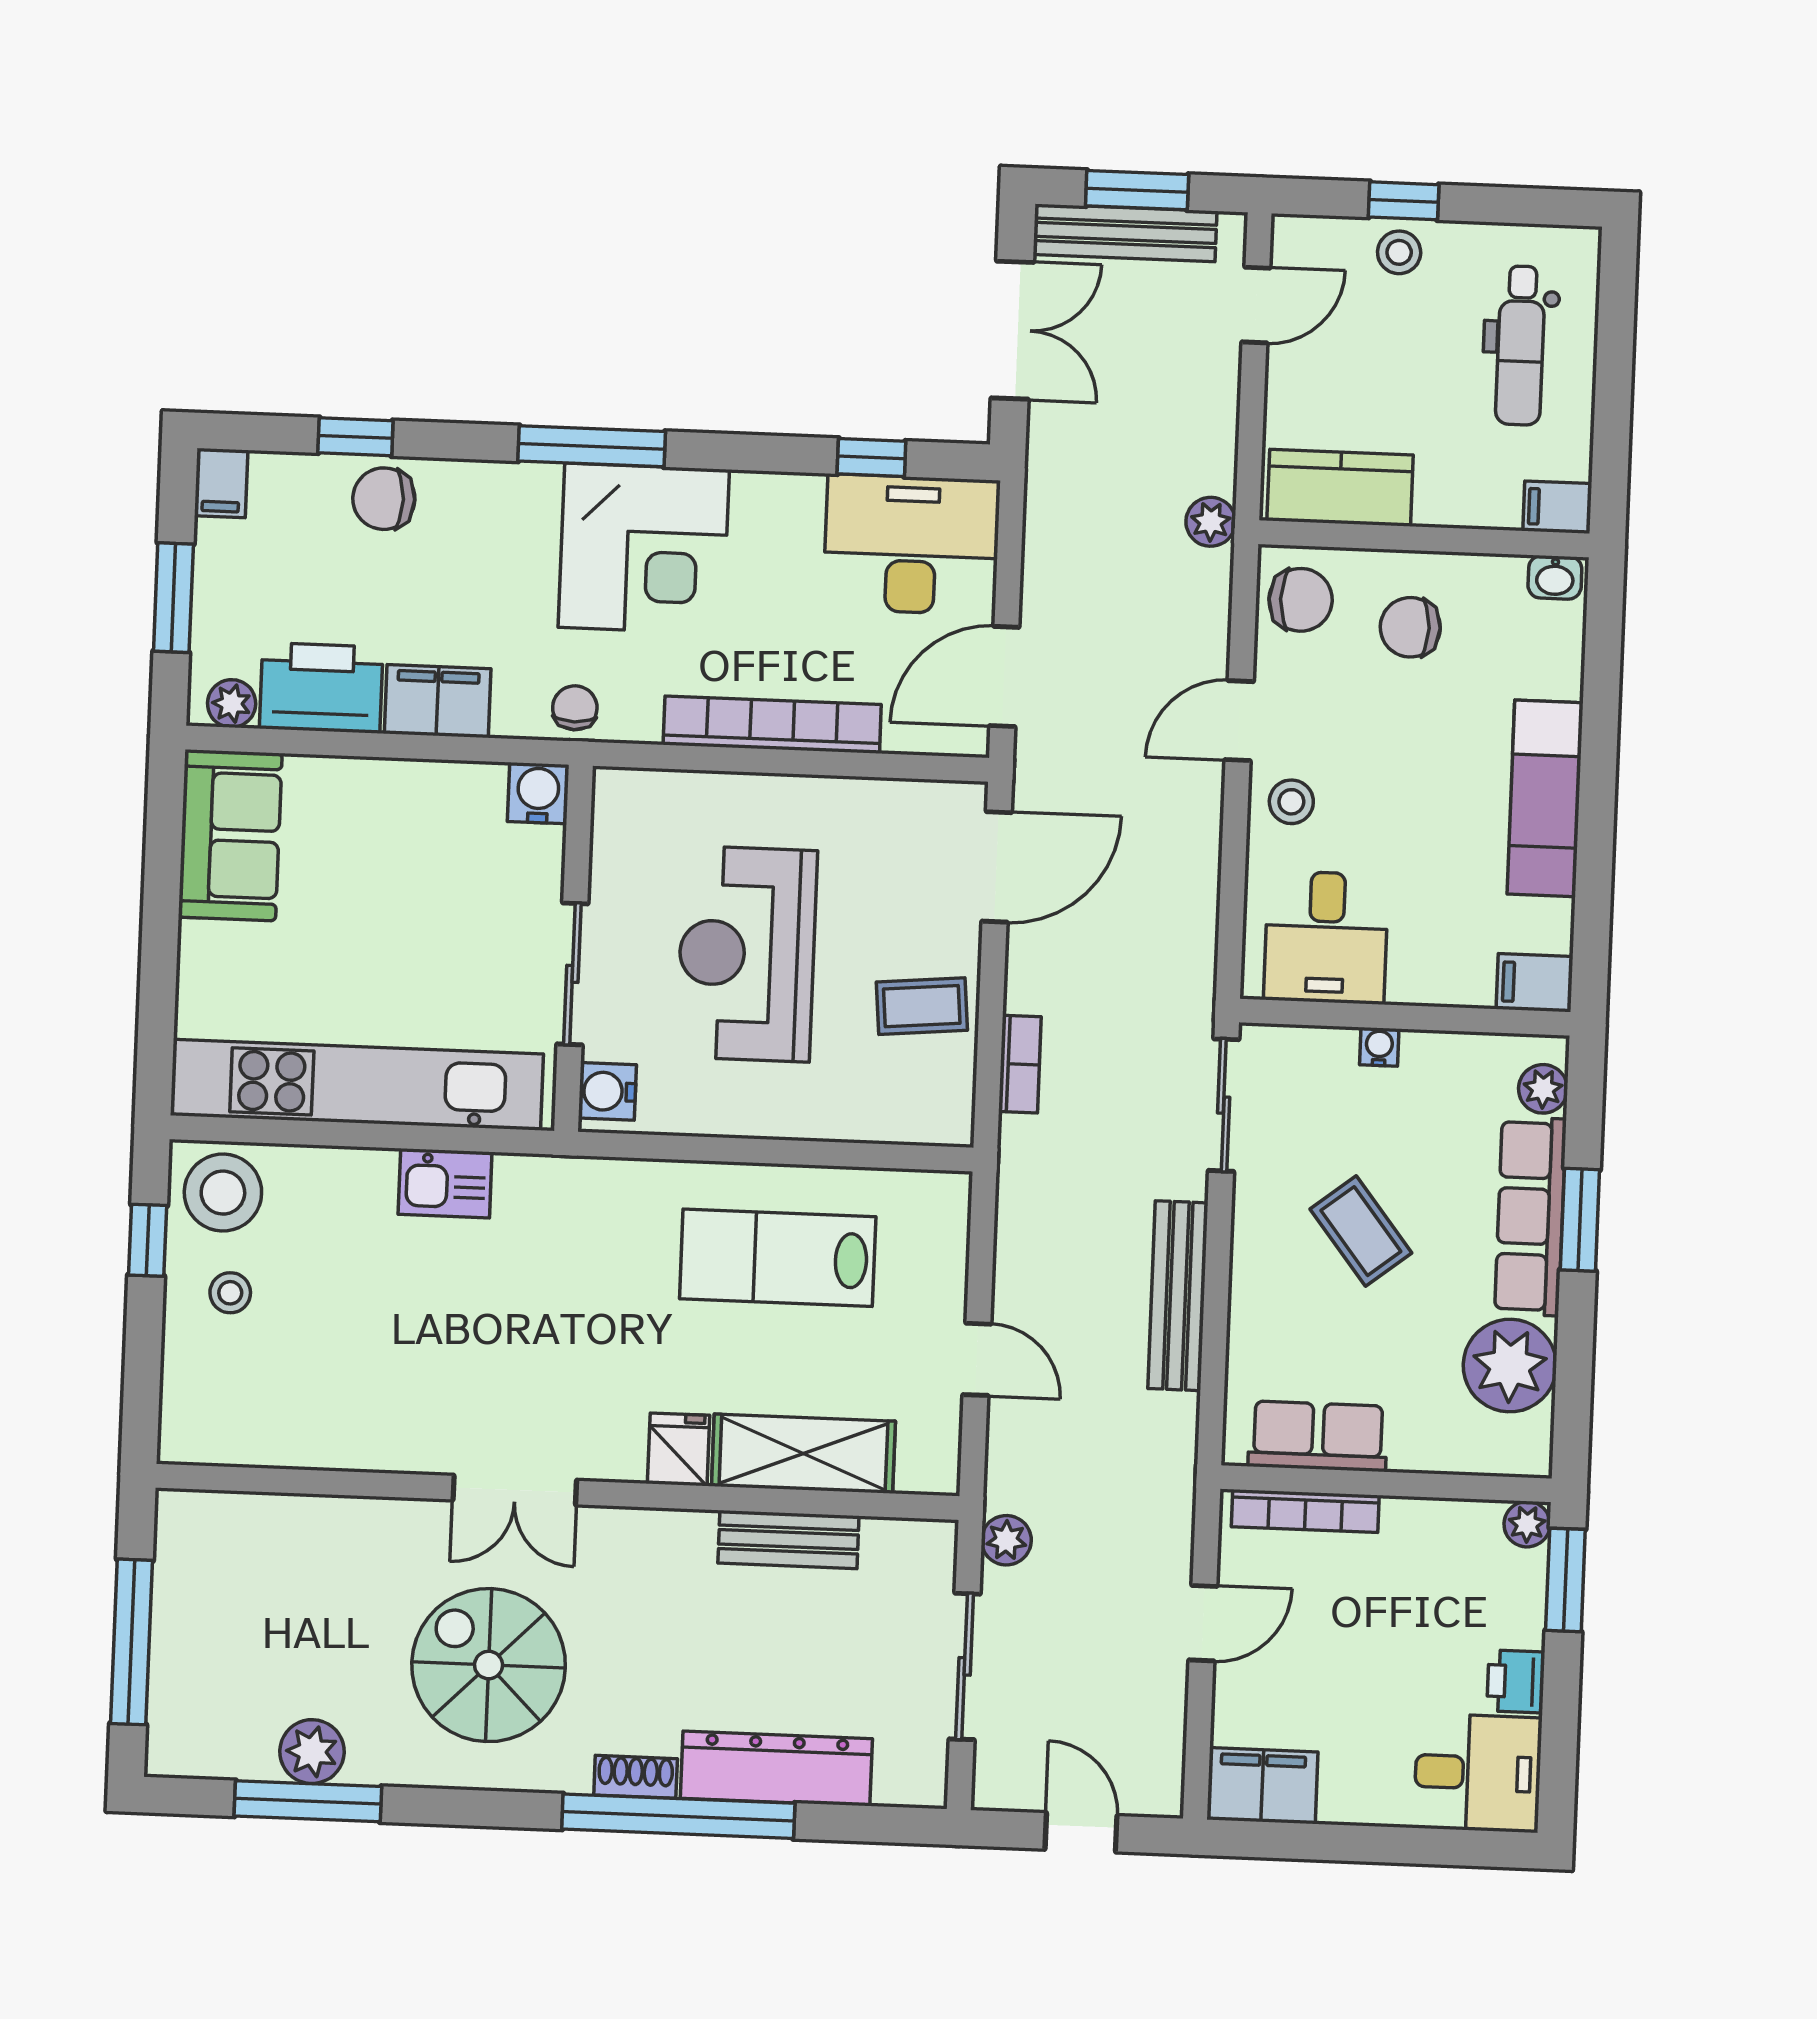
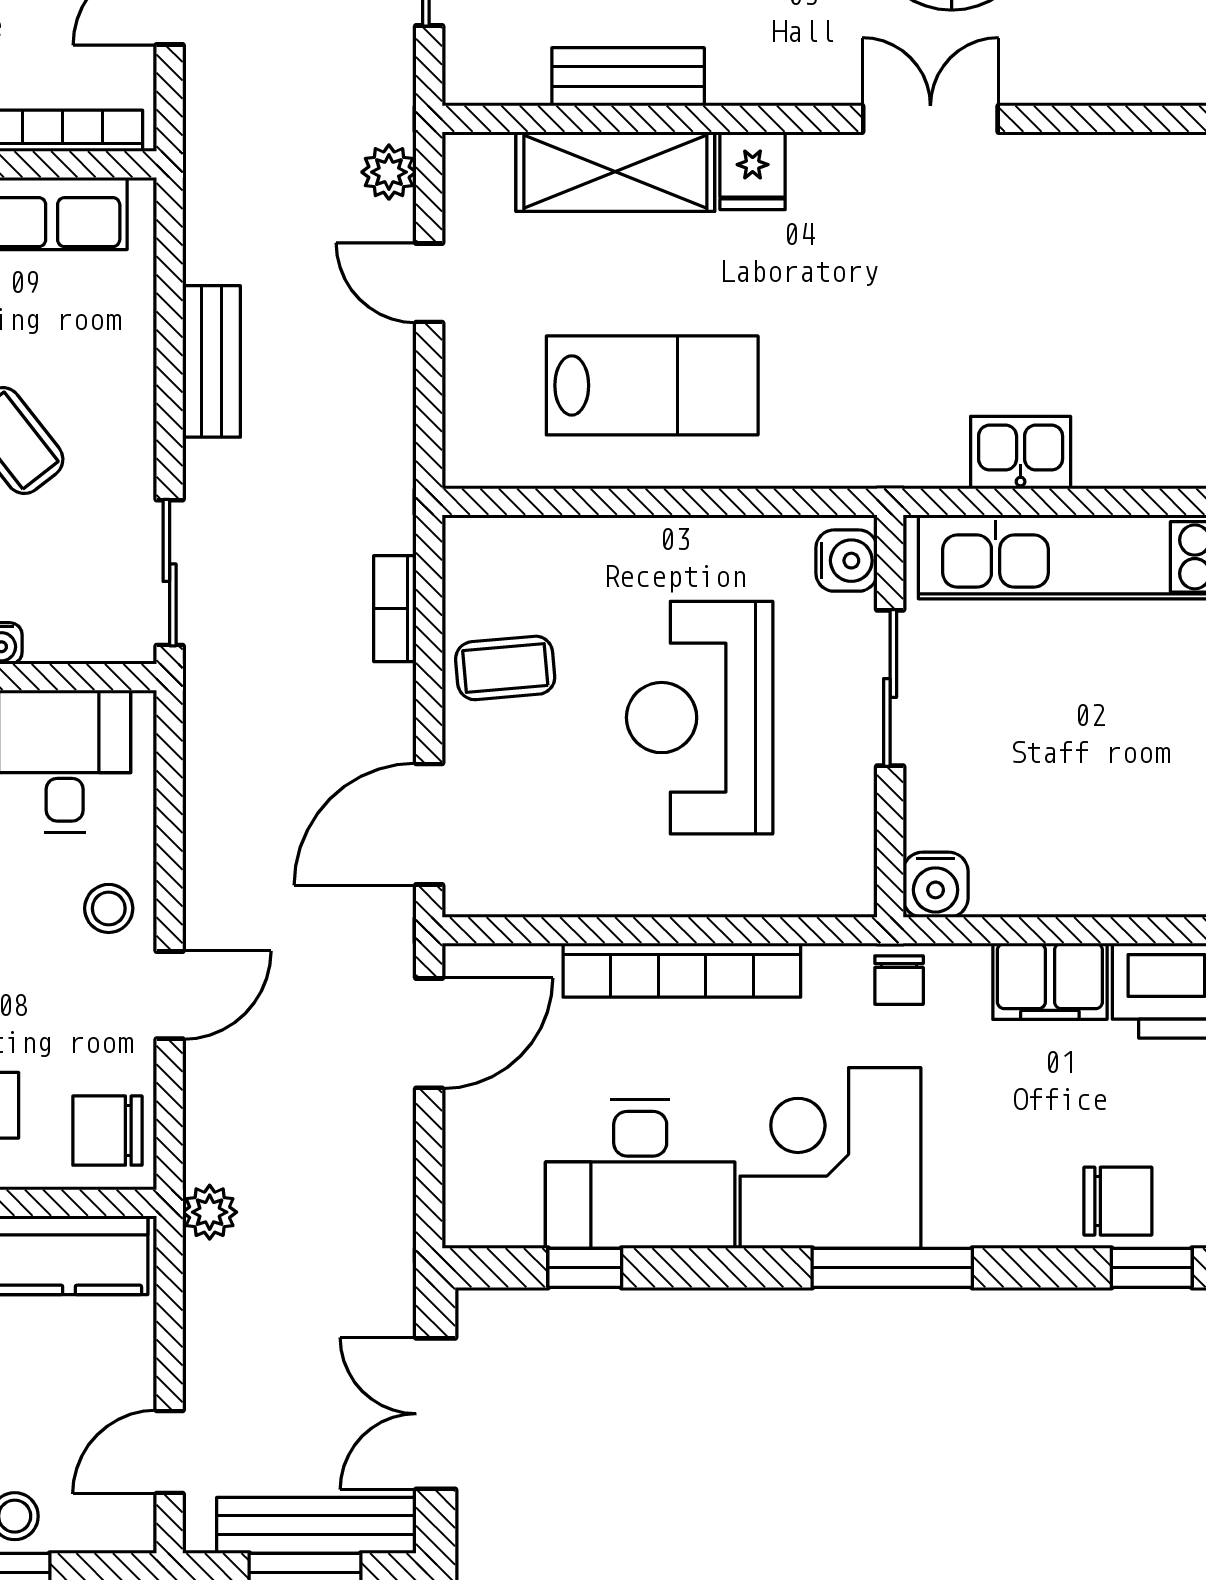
desk: (911, 545) -> (640, 1174), moved
reception desk: (747, 954) -> (700, 718), turned 180
bench: (1178, 1296) -> (211, 361), width x0.73
plant: (1006, 1540) -> (389, 172), moved

